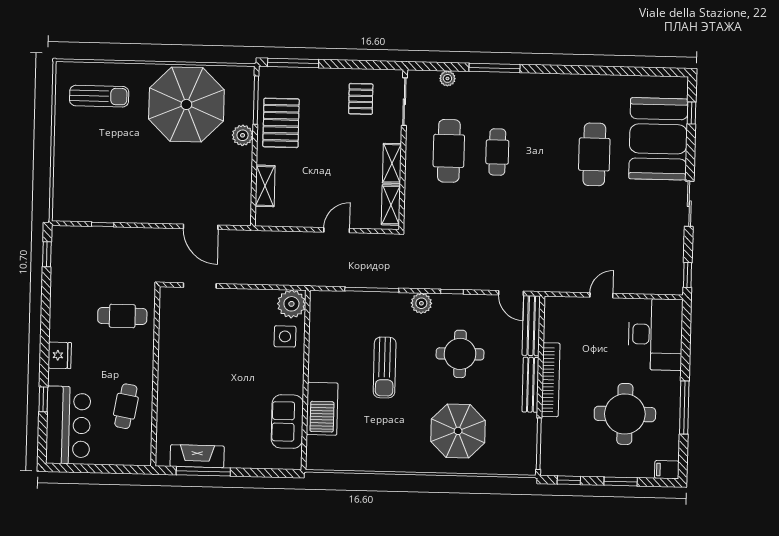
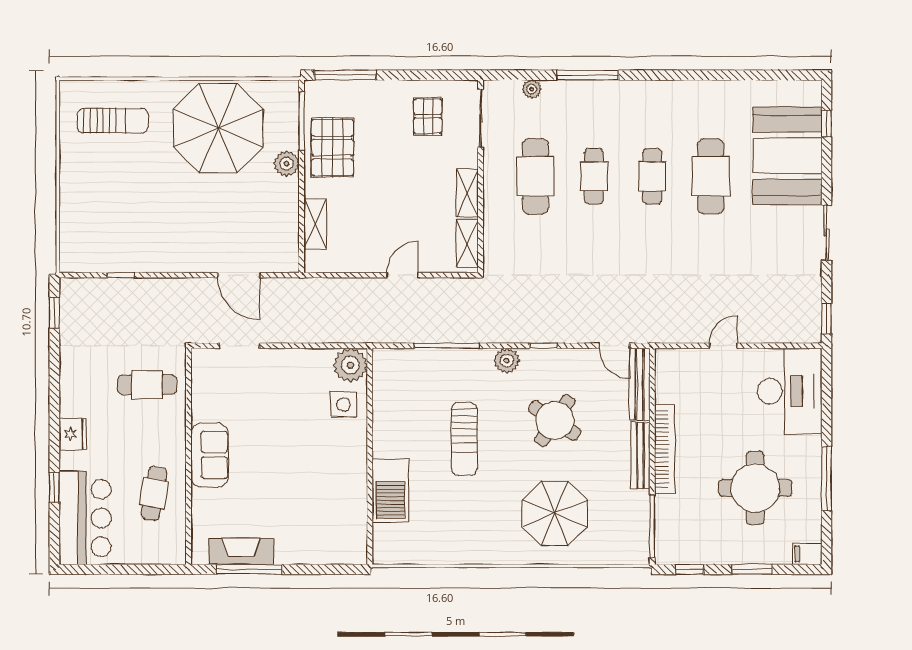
cafe table: (546, 153) -> (652, 176), added
round table: (460, 354) -> (555, 421), turned 34
sofa: (287, 422) -> (210, 455), moved, turned 180

